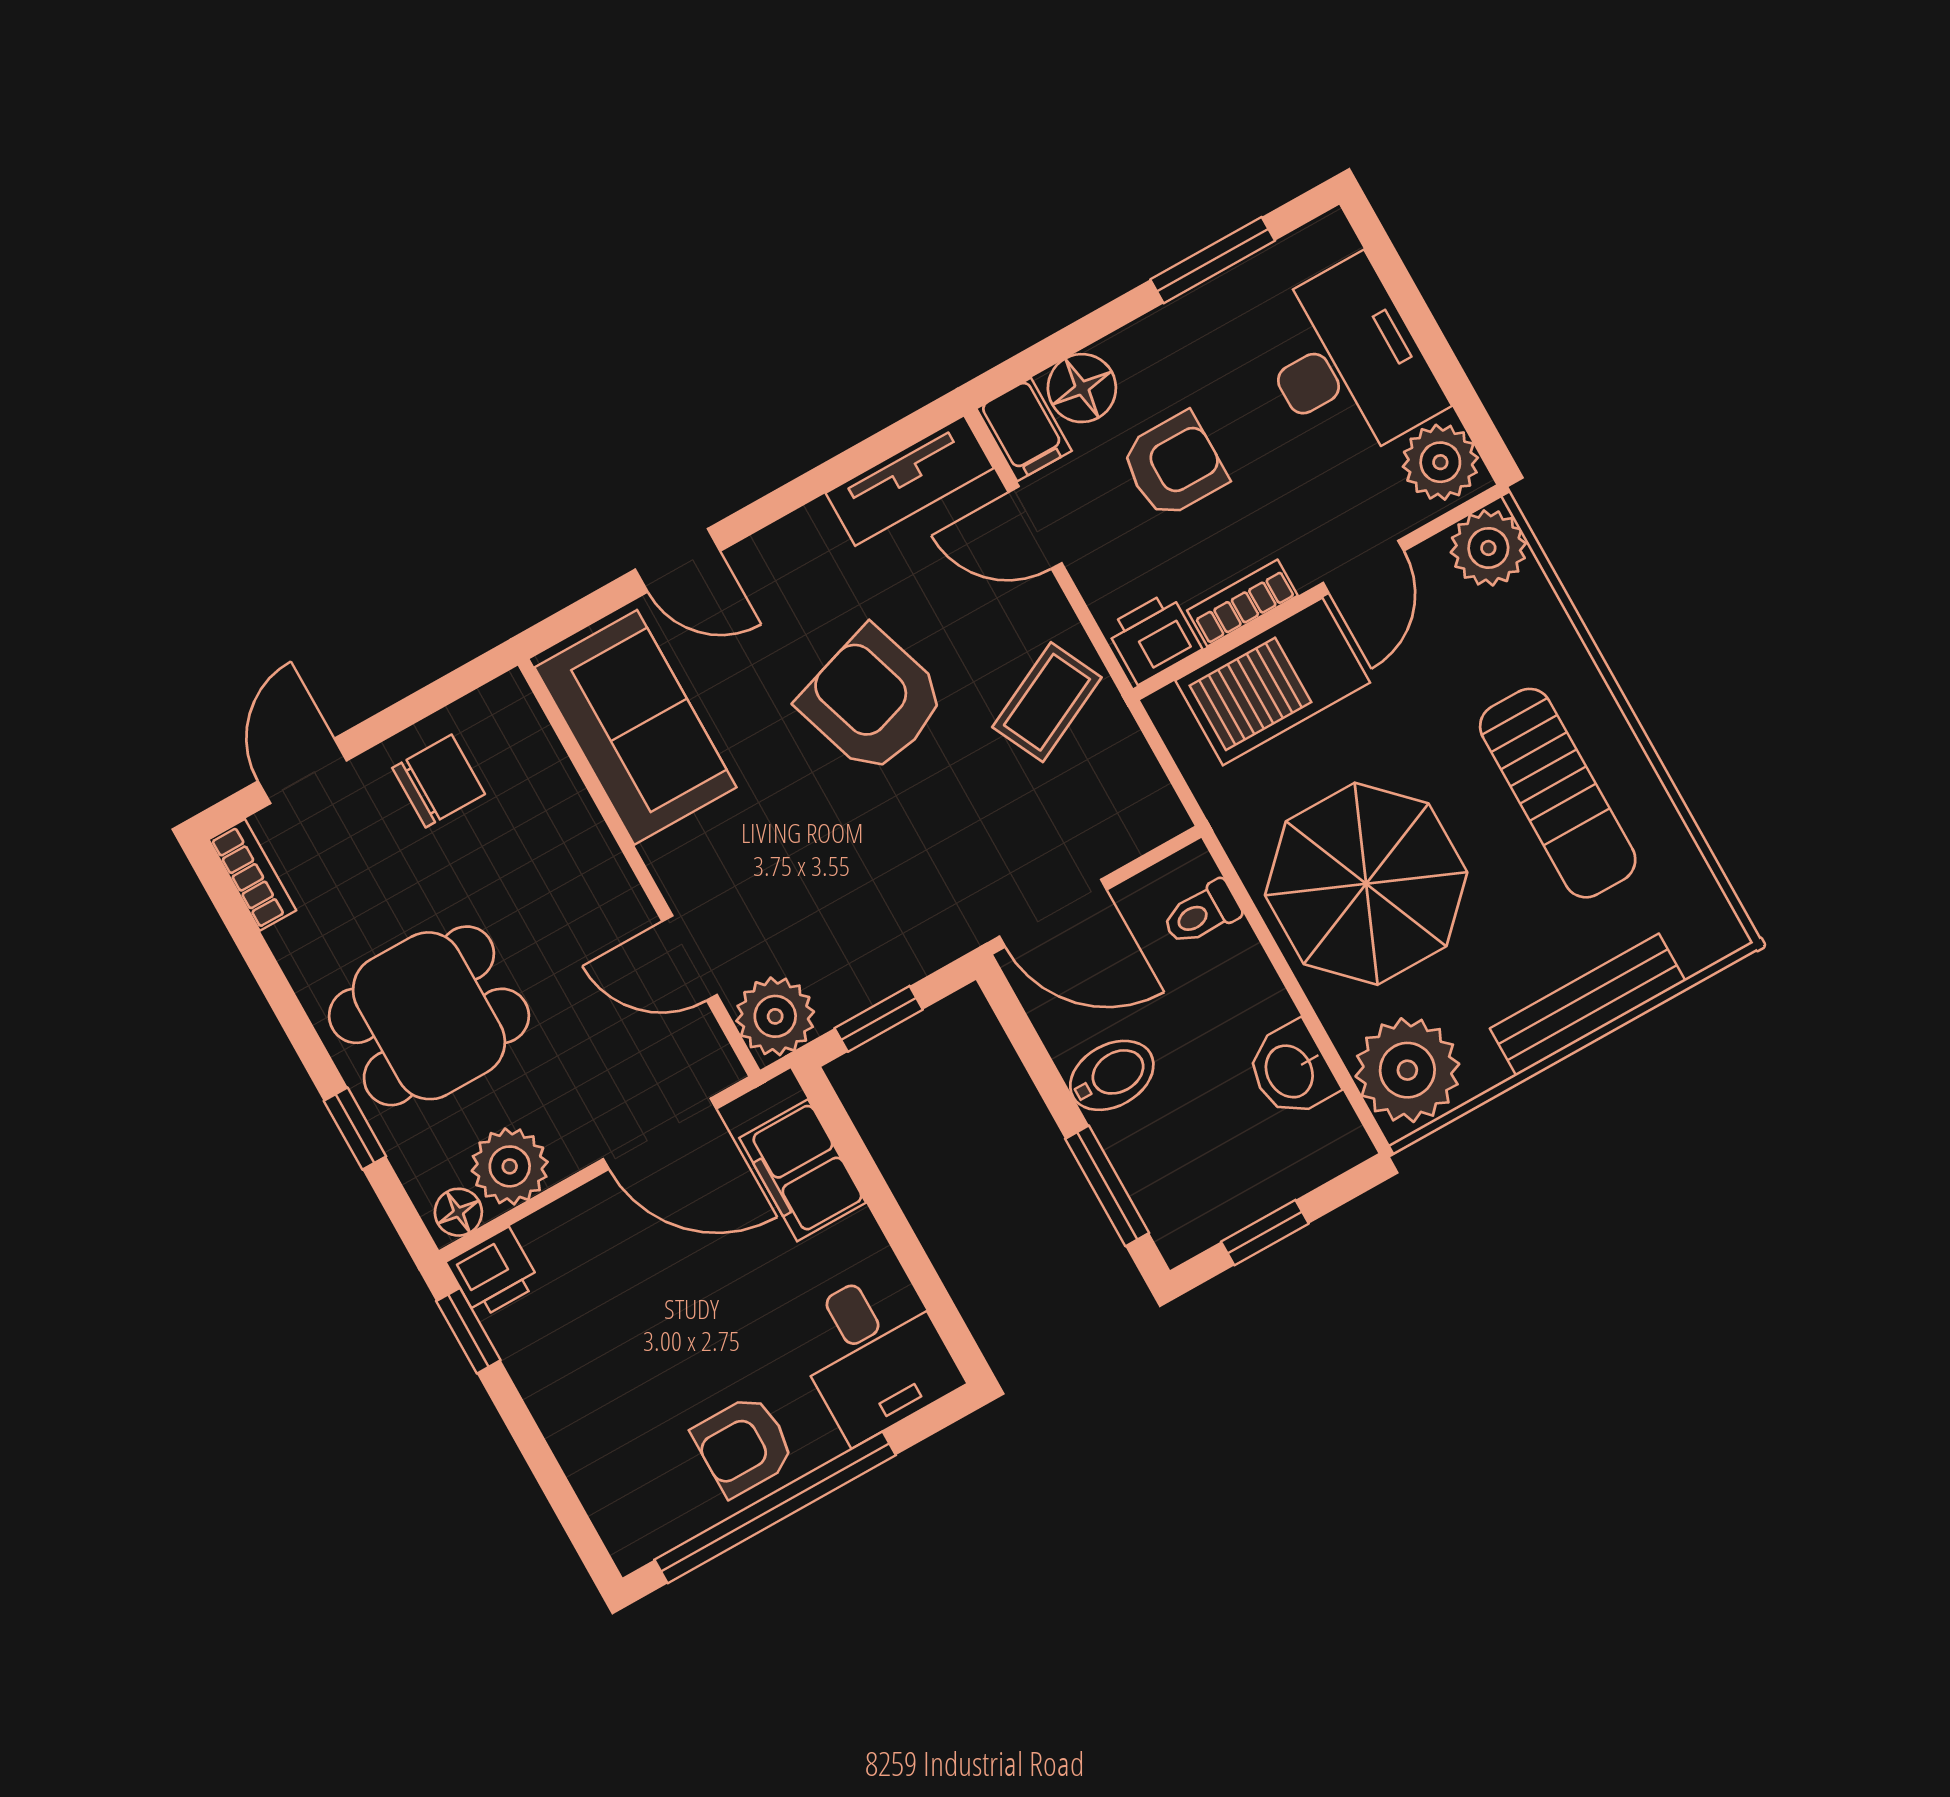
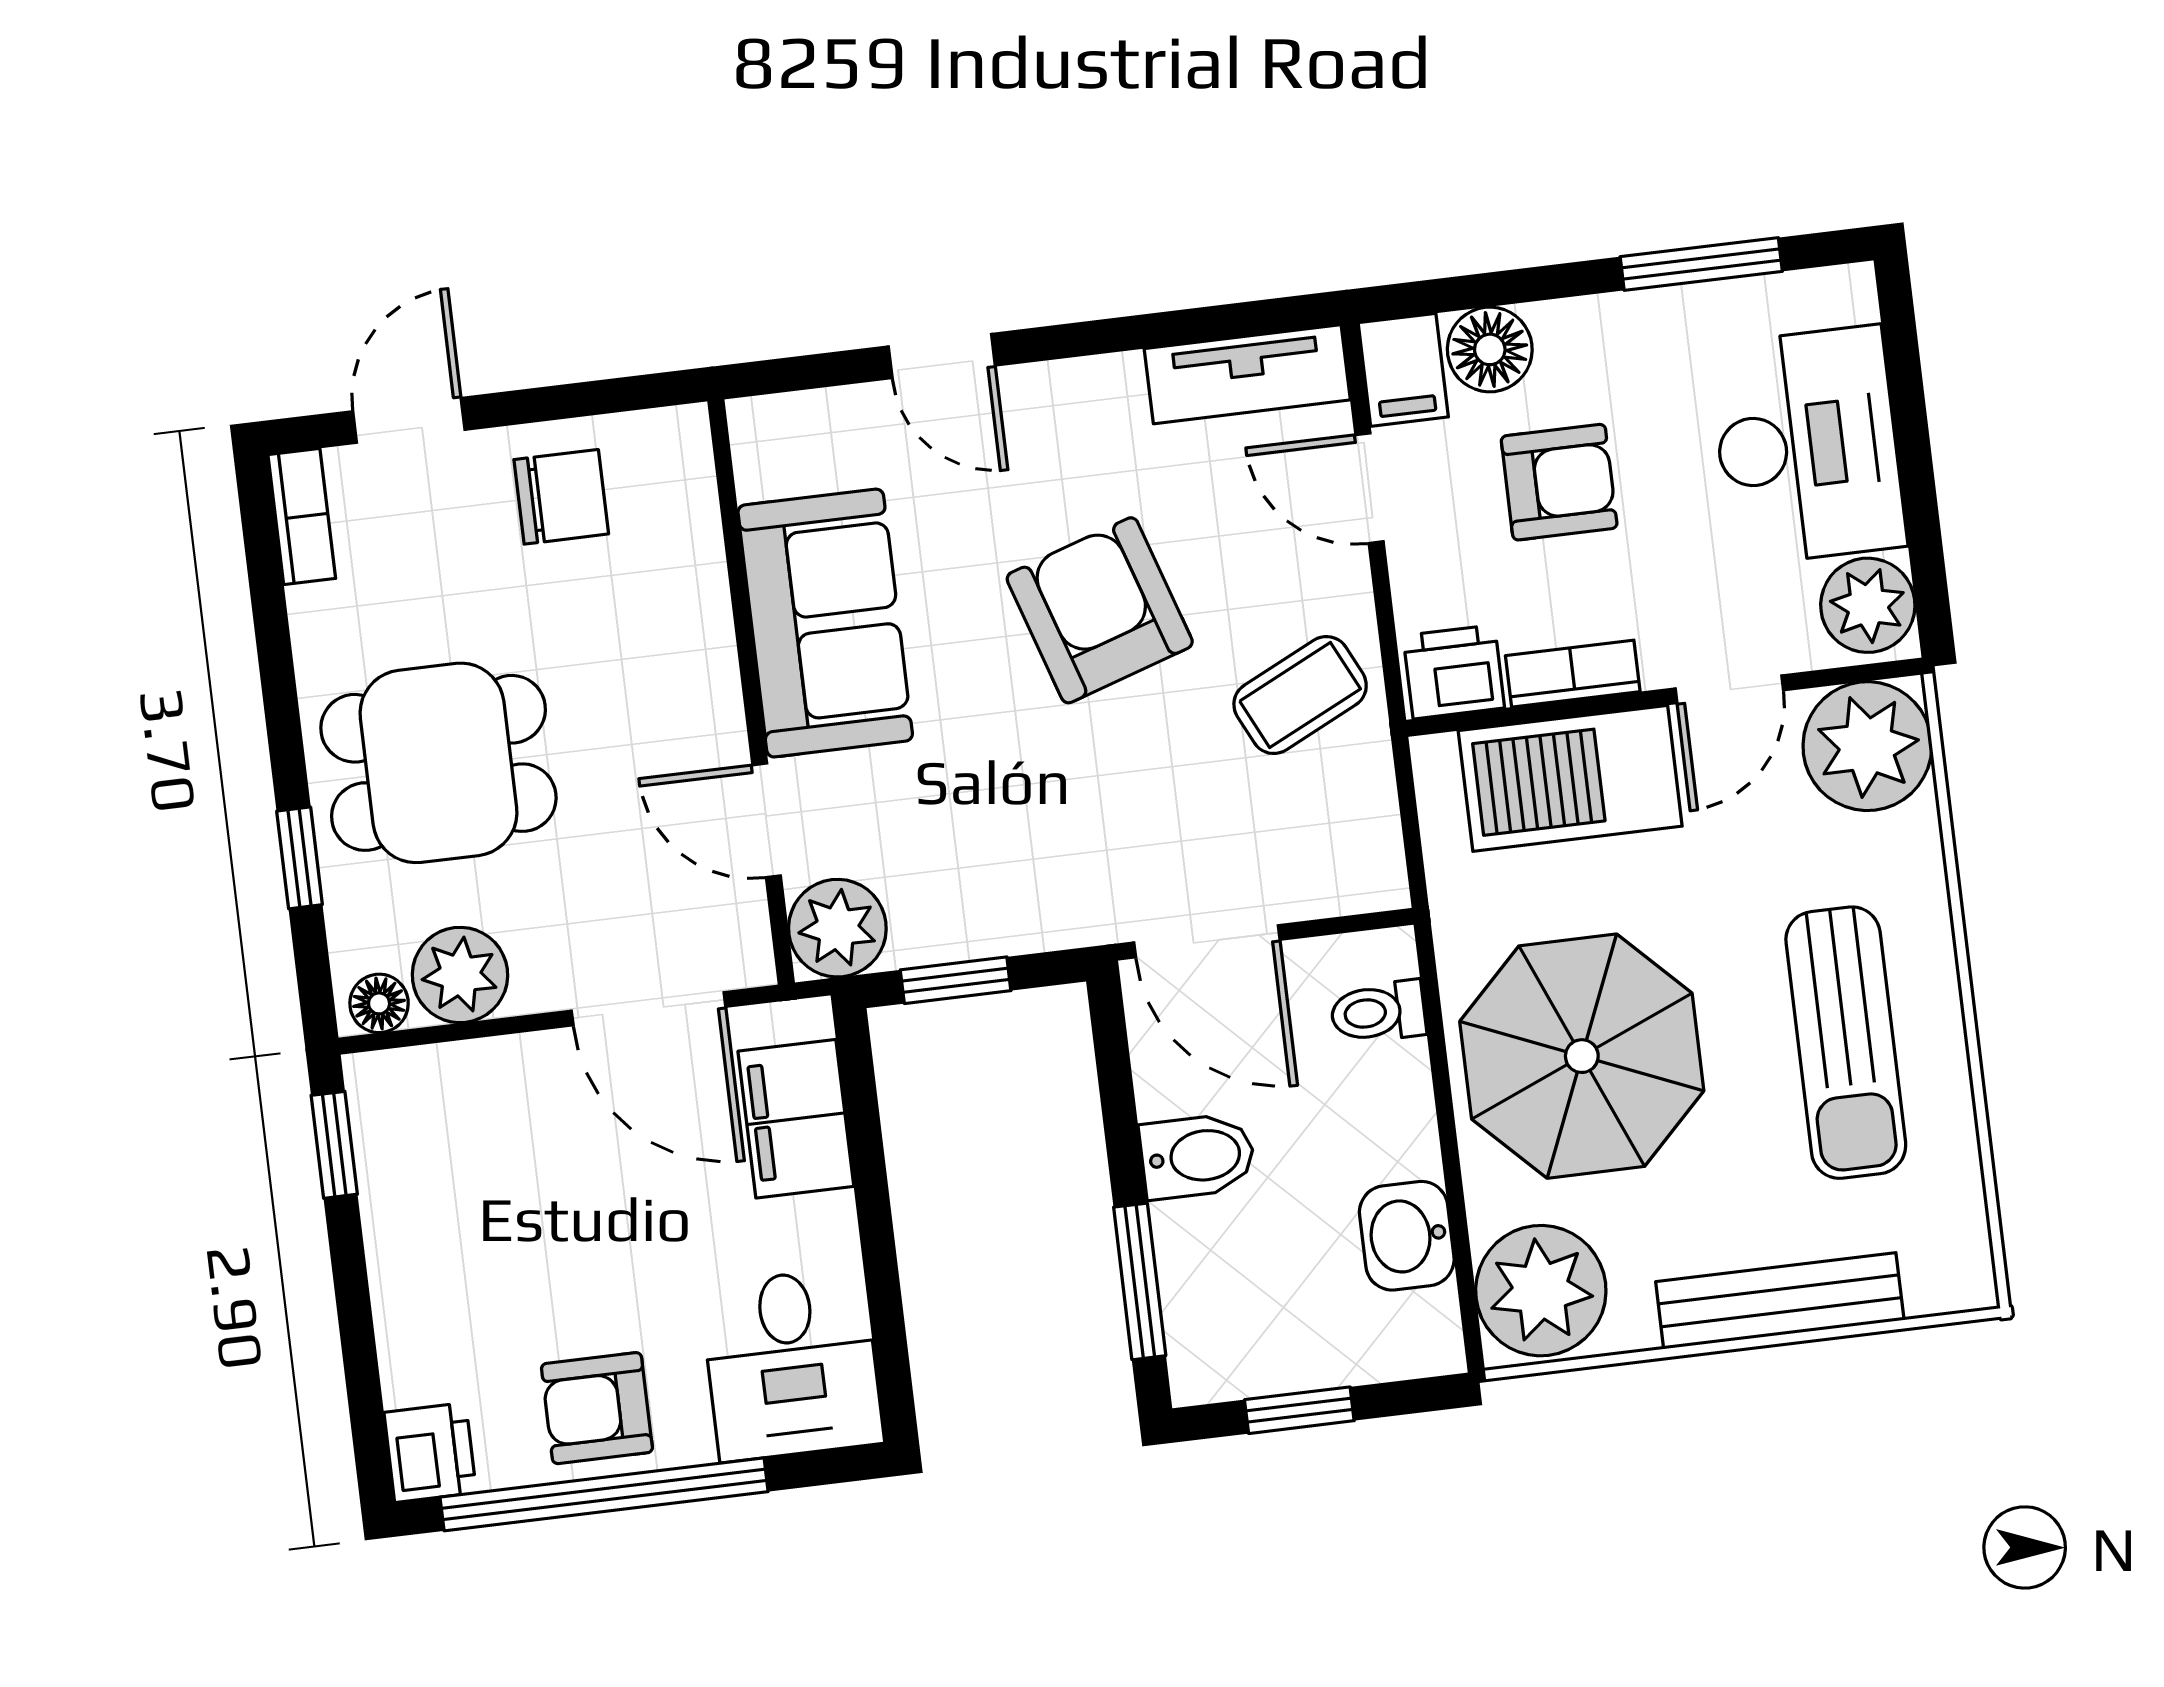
plant: (1488, 548) -> (1867, 746), width x1.36, depth x1.36
sofa: (636, 727) -> (825, 623), moved
printer: (493, 1273) -> (430, 1452), moved, turned -90

